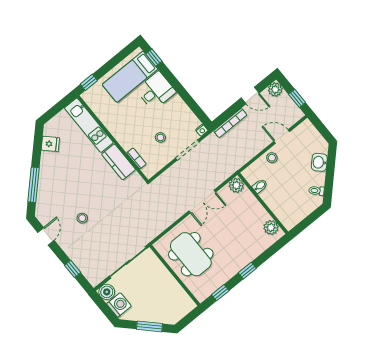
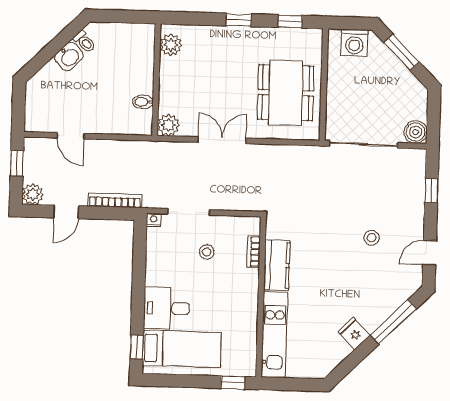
door: (250, 95) -> (66, 212), swing flipped
fridge: (50, 144) -> (354, 333), moved
stool: (272, 158) -> (102, 122), removed
washbasin: (319, 162) -> (69, 56), moved
washing machine: (119, 305) -> (354, 43), moved, turned -90

